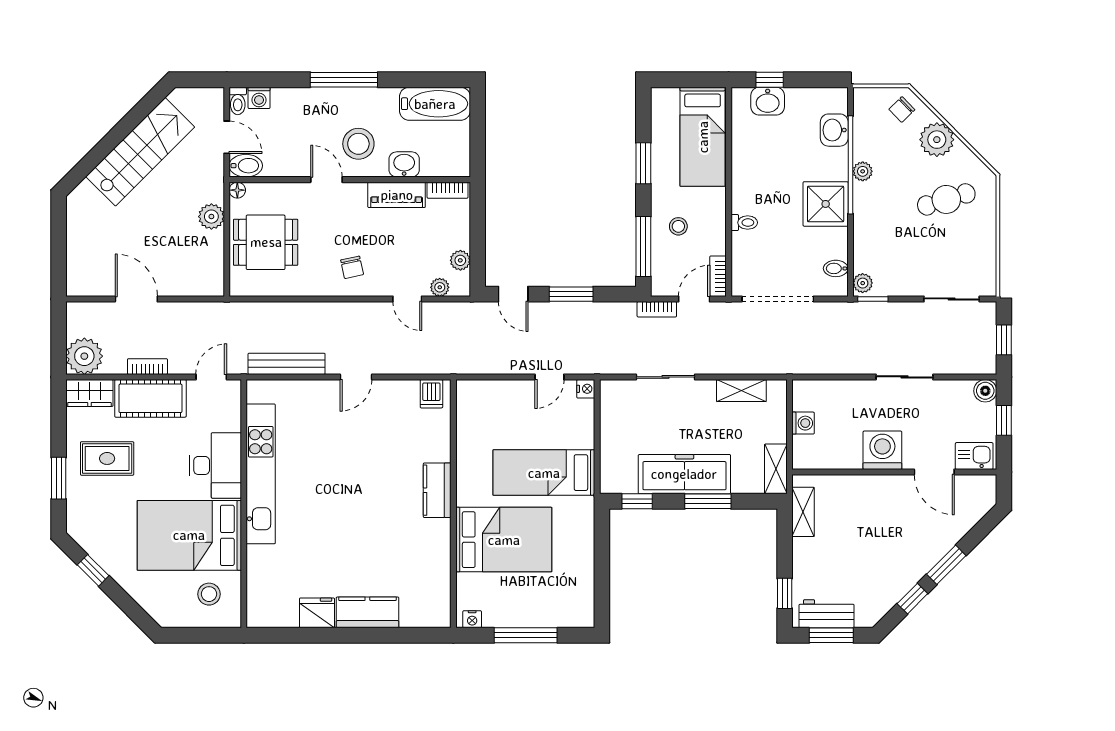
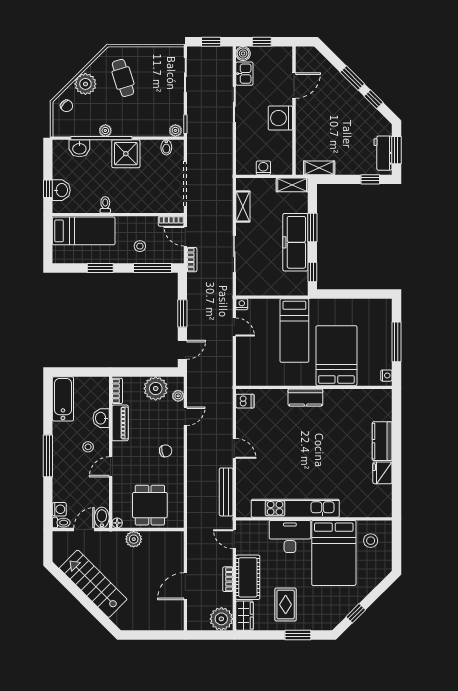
stool: (358, 144) -> (88, 447), width x0.53, depth x0.53
toilet: (744, 223) -> (105, 205), moved
plant: (460, 260) -> (156, 388), width x1.87, depth x1.87
kitchen sink: (974, 456) -> (244, 74), moved, turned 180

